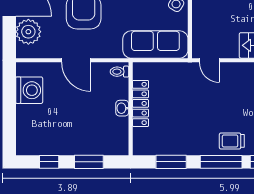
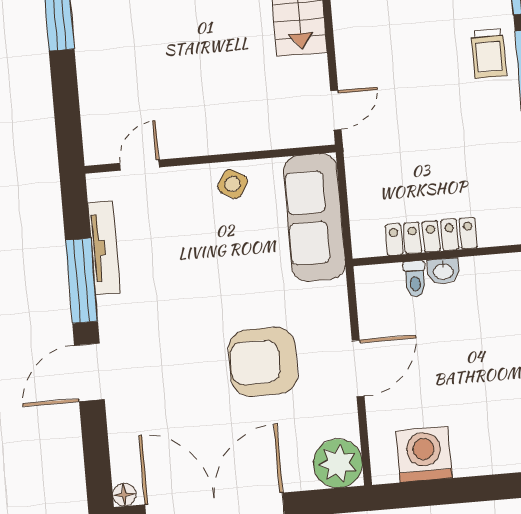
plant: (28, 32) -> (338, 463), moved
toilet: (119, 72) -> (415, 279), moved

